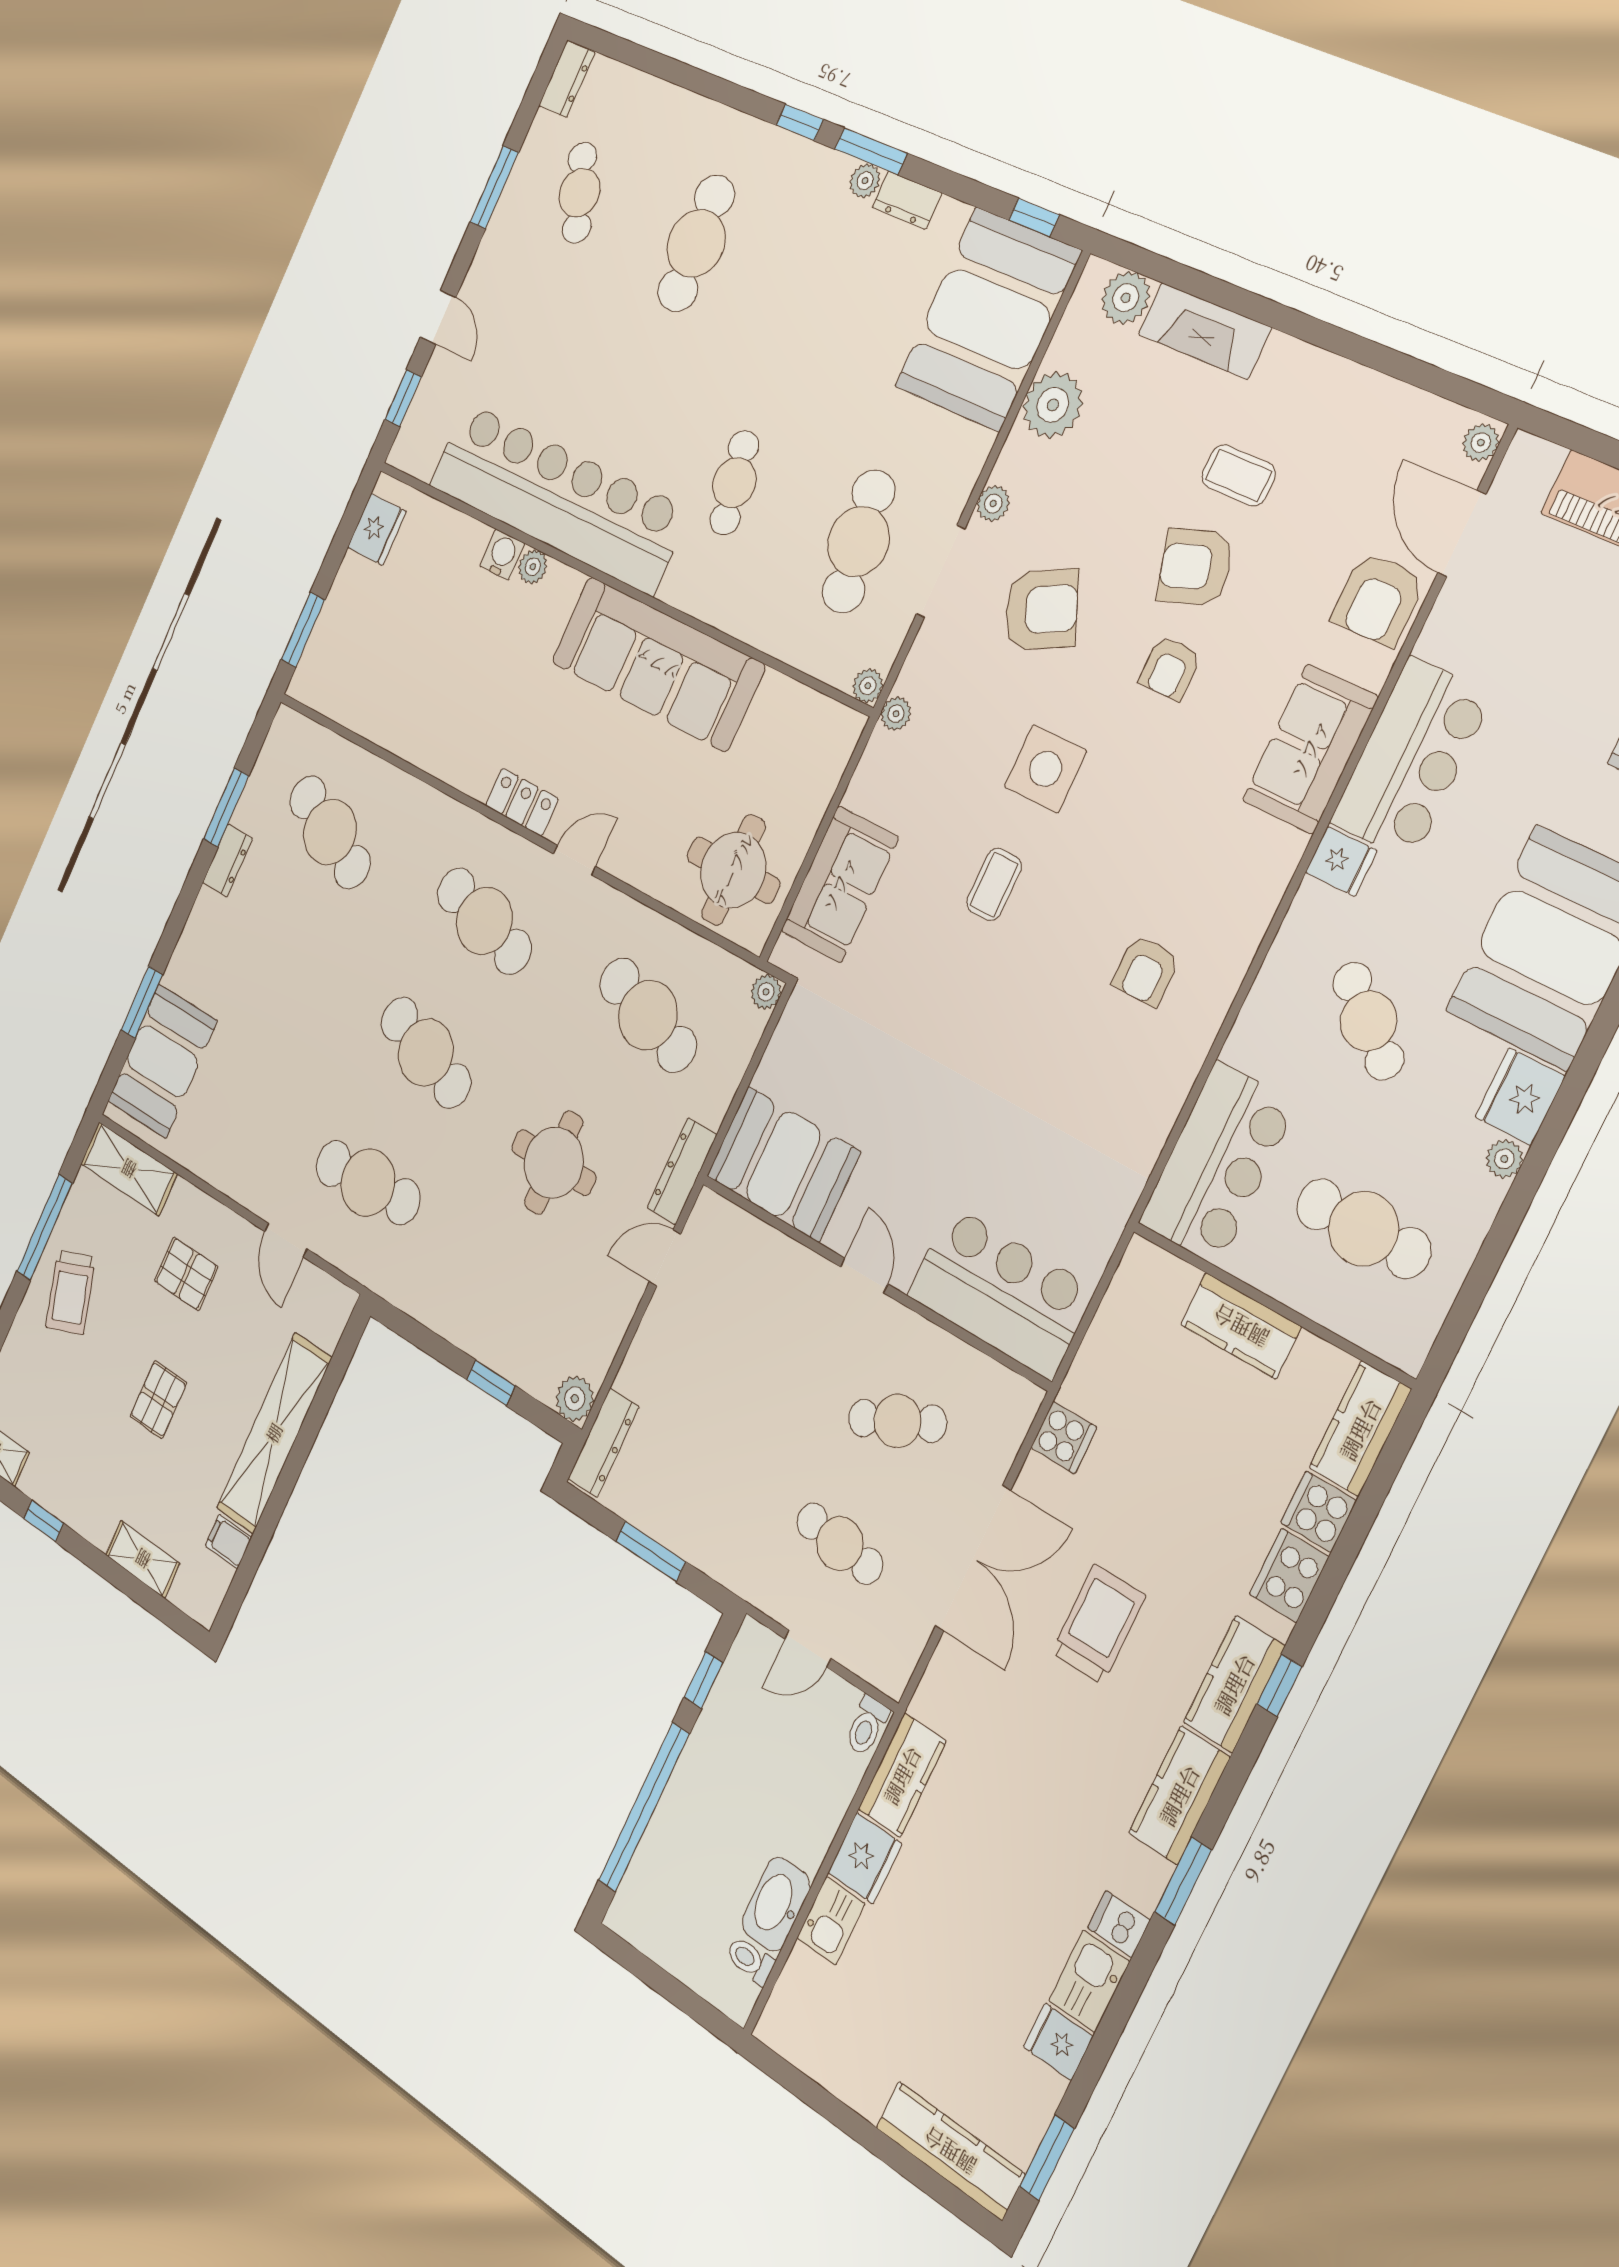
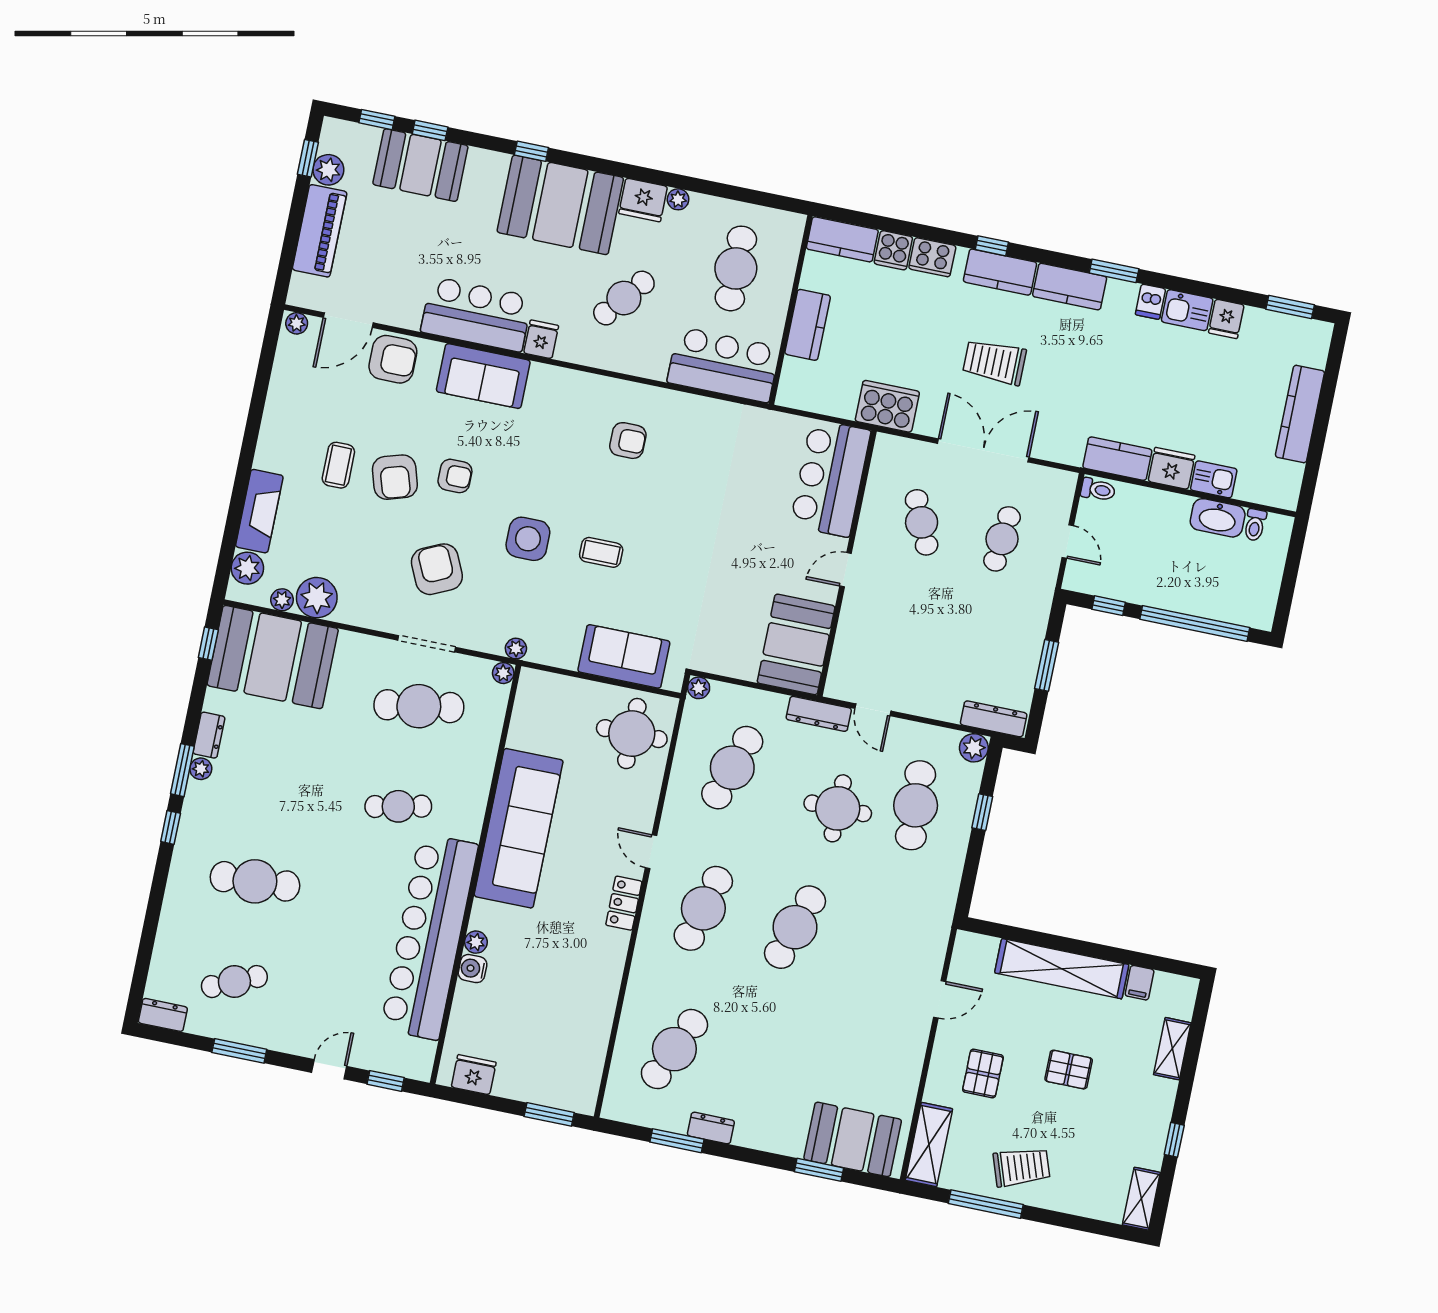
plant: (993, 504) -> (282, 600), moved
cafe table: (368, 1183) -> (916, 805), moved
cooker: (1064, 1437) -> (887, 406), width x1.87, depth x1.31
kitchen counter: (950, 2151) -> (1300, 414), moved

